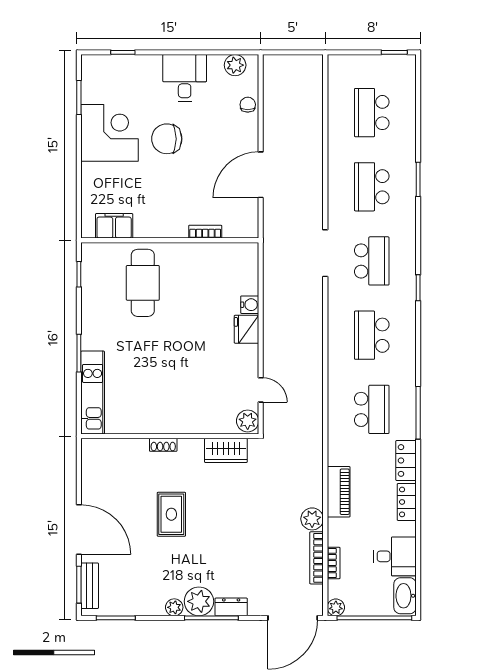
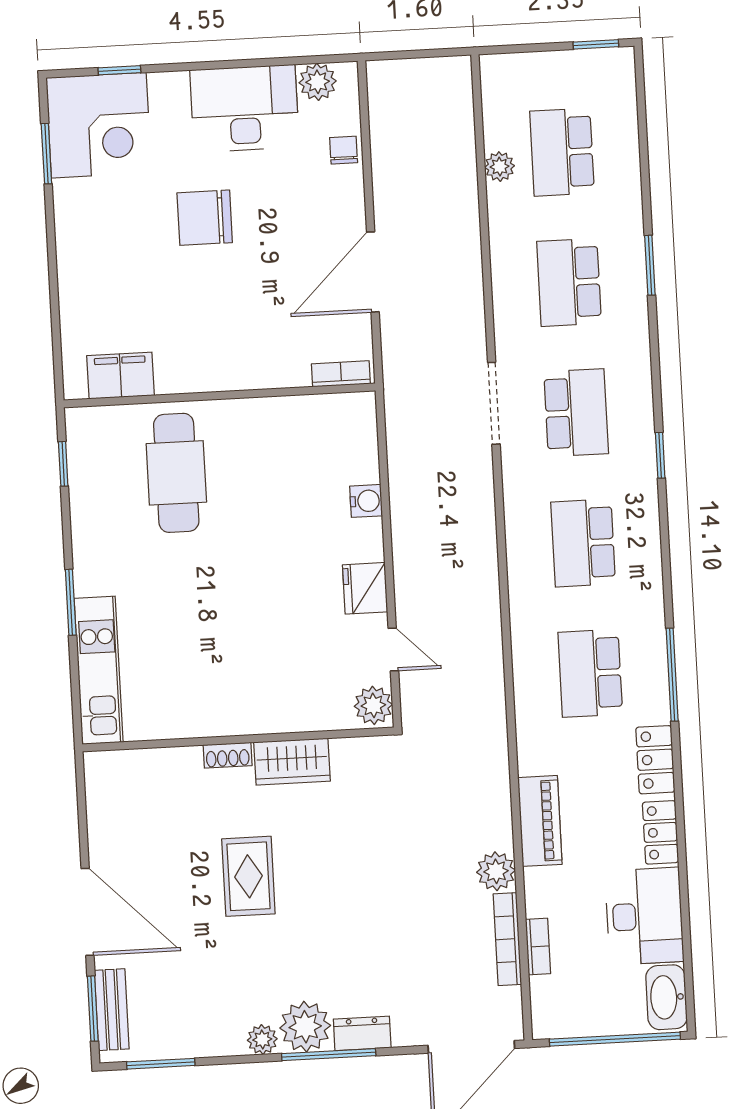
desk: (185, 78) -> (245, 108), width x1.37
corner desk: (109, 133) -> (99, 125), moved, turned 90
bookcase: (205, 232) -> (341, 374), moved
fridge: (246, 329) -> (365, 588), moved
school desk: (372, 409) -> (590, 673), turned 180
wardrobe: (226, 450) -> (292, 762), moved
desk: (395, 556) -> (644, 916), width x1.37
plant: (336, 607) -> (500, 167), moved

